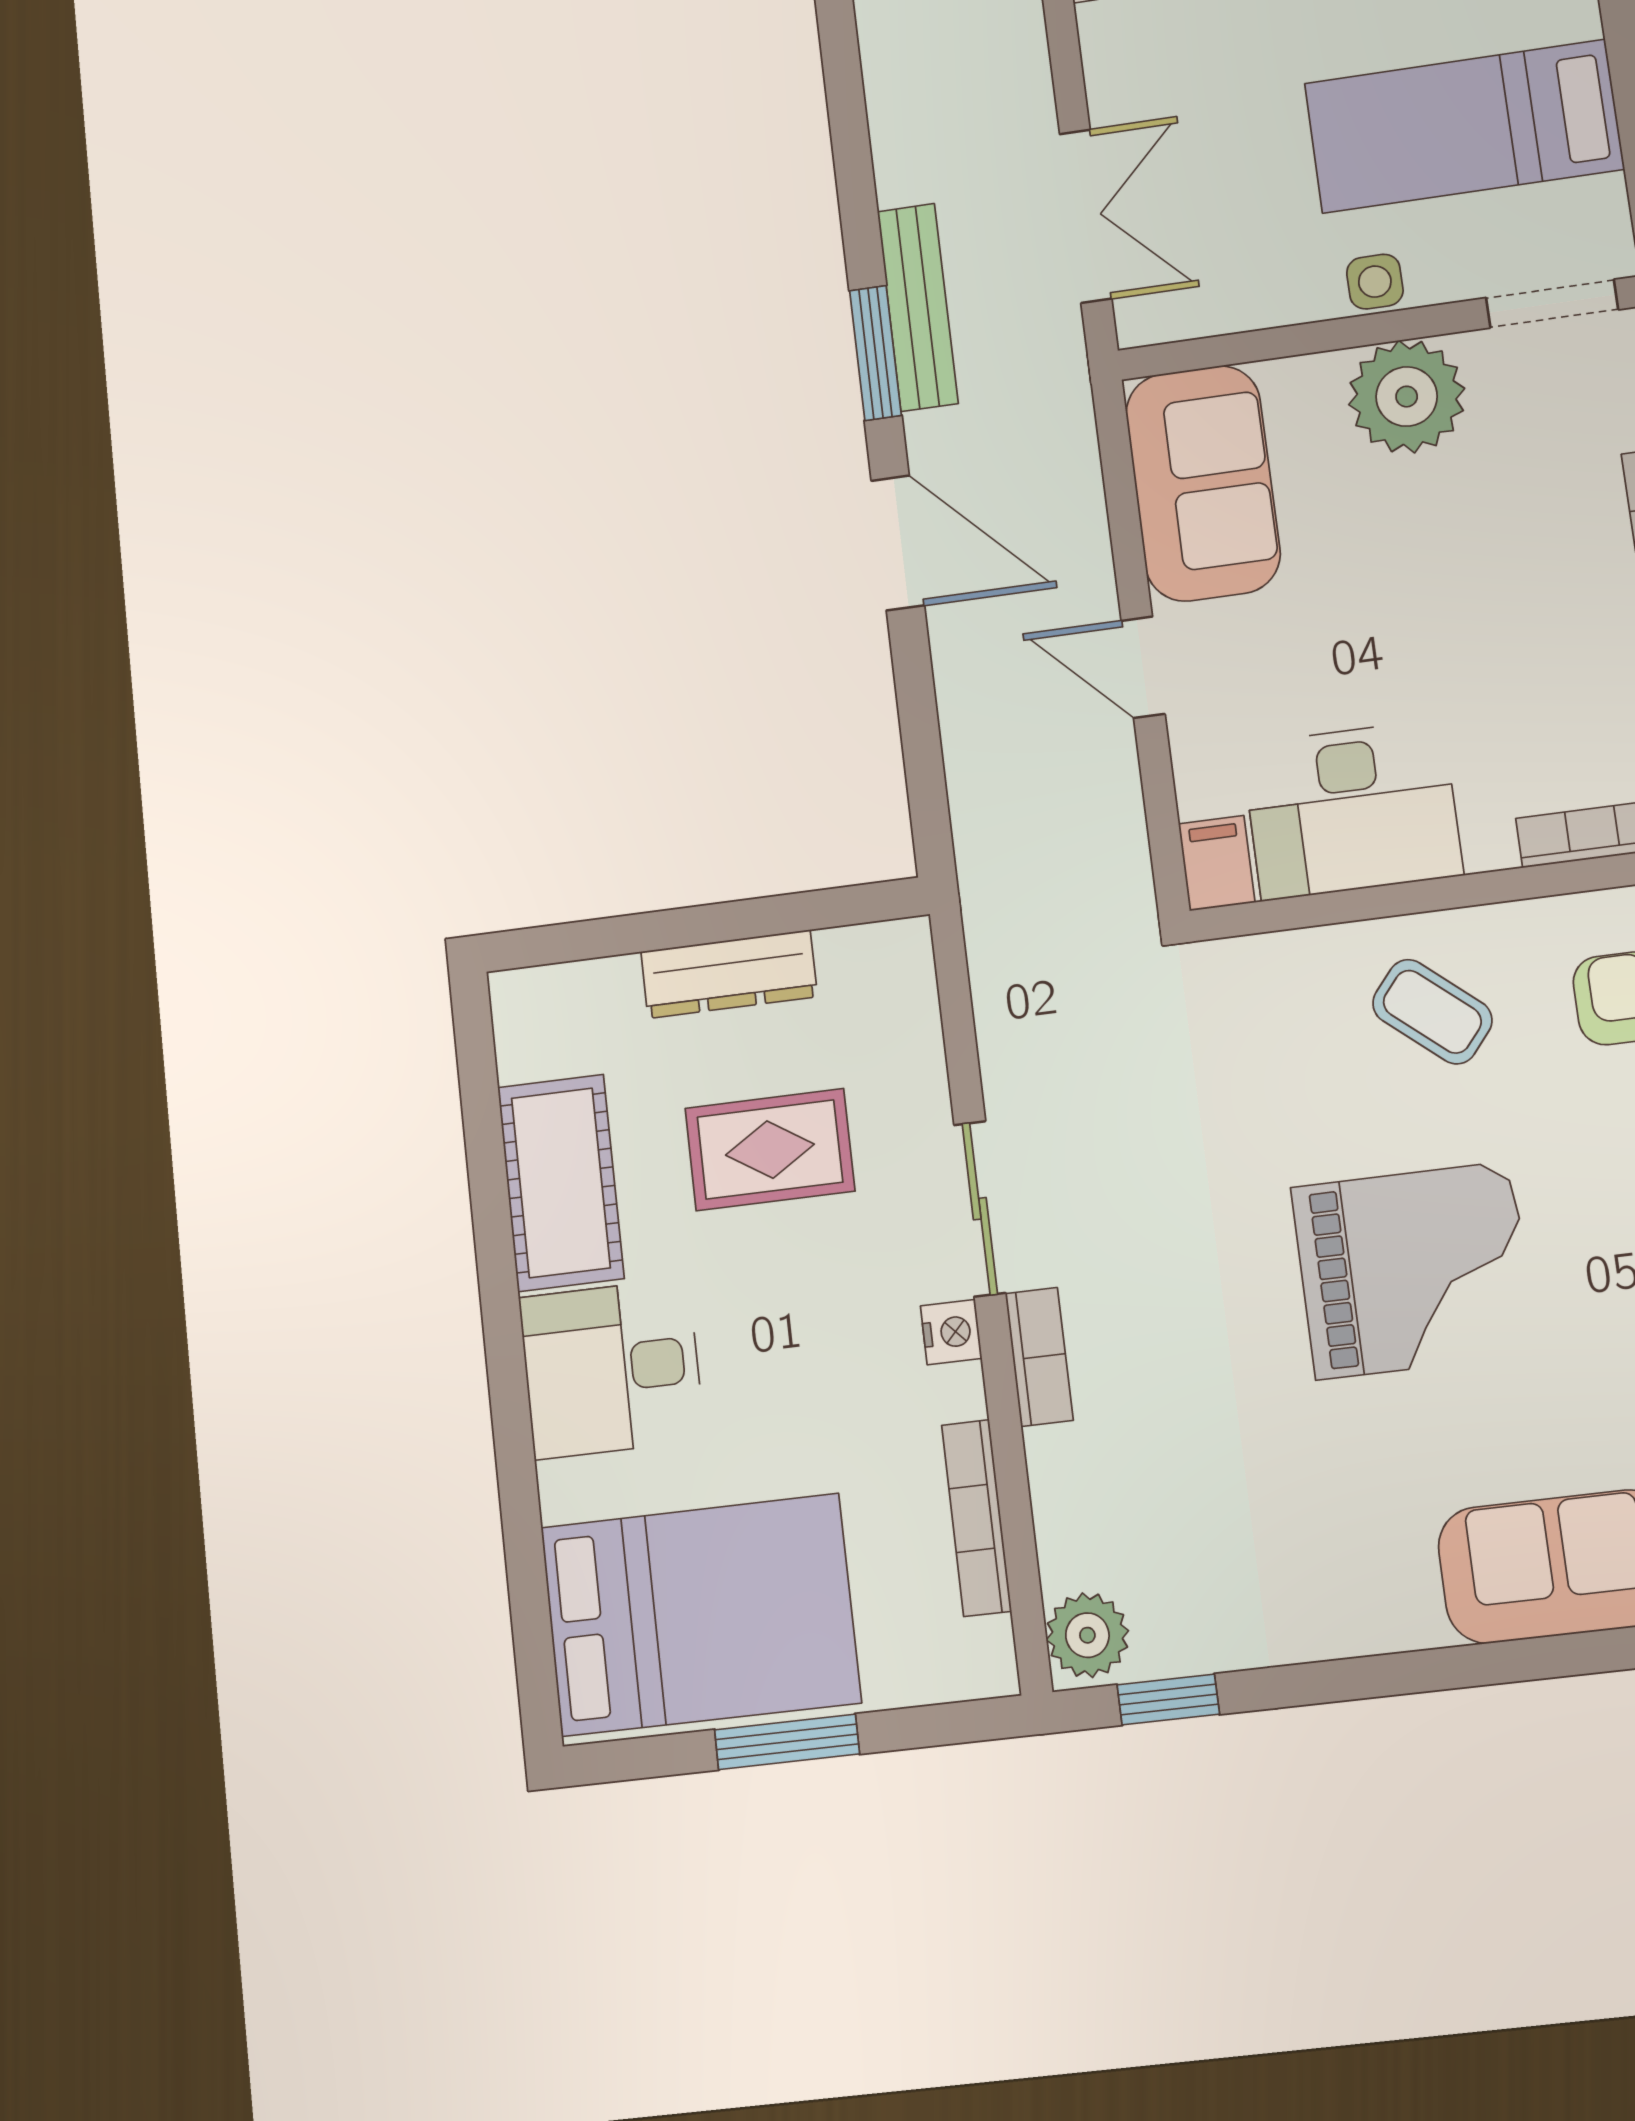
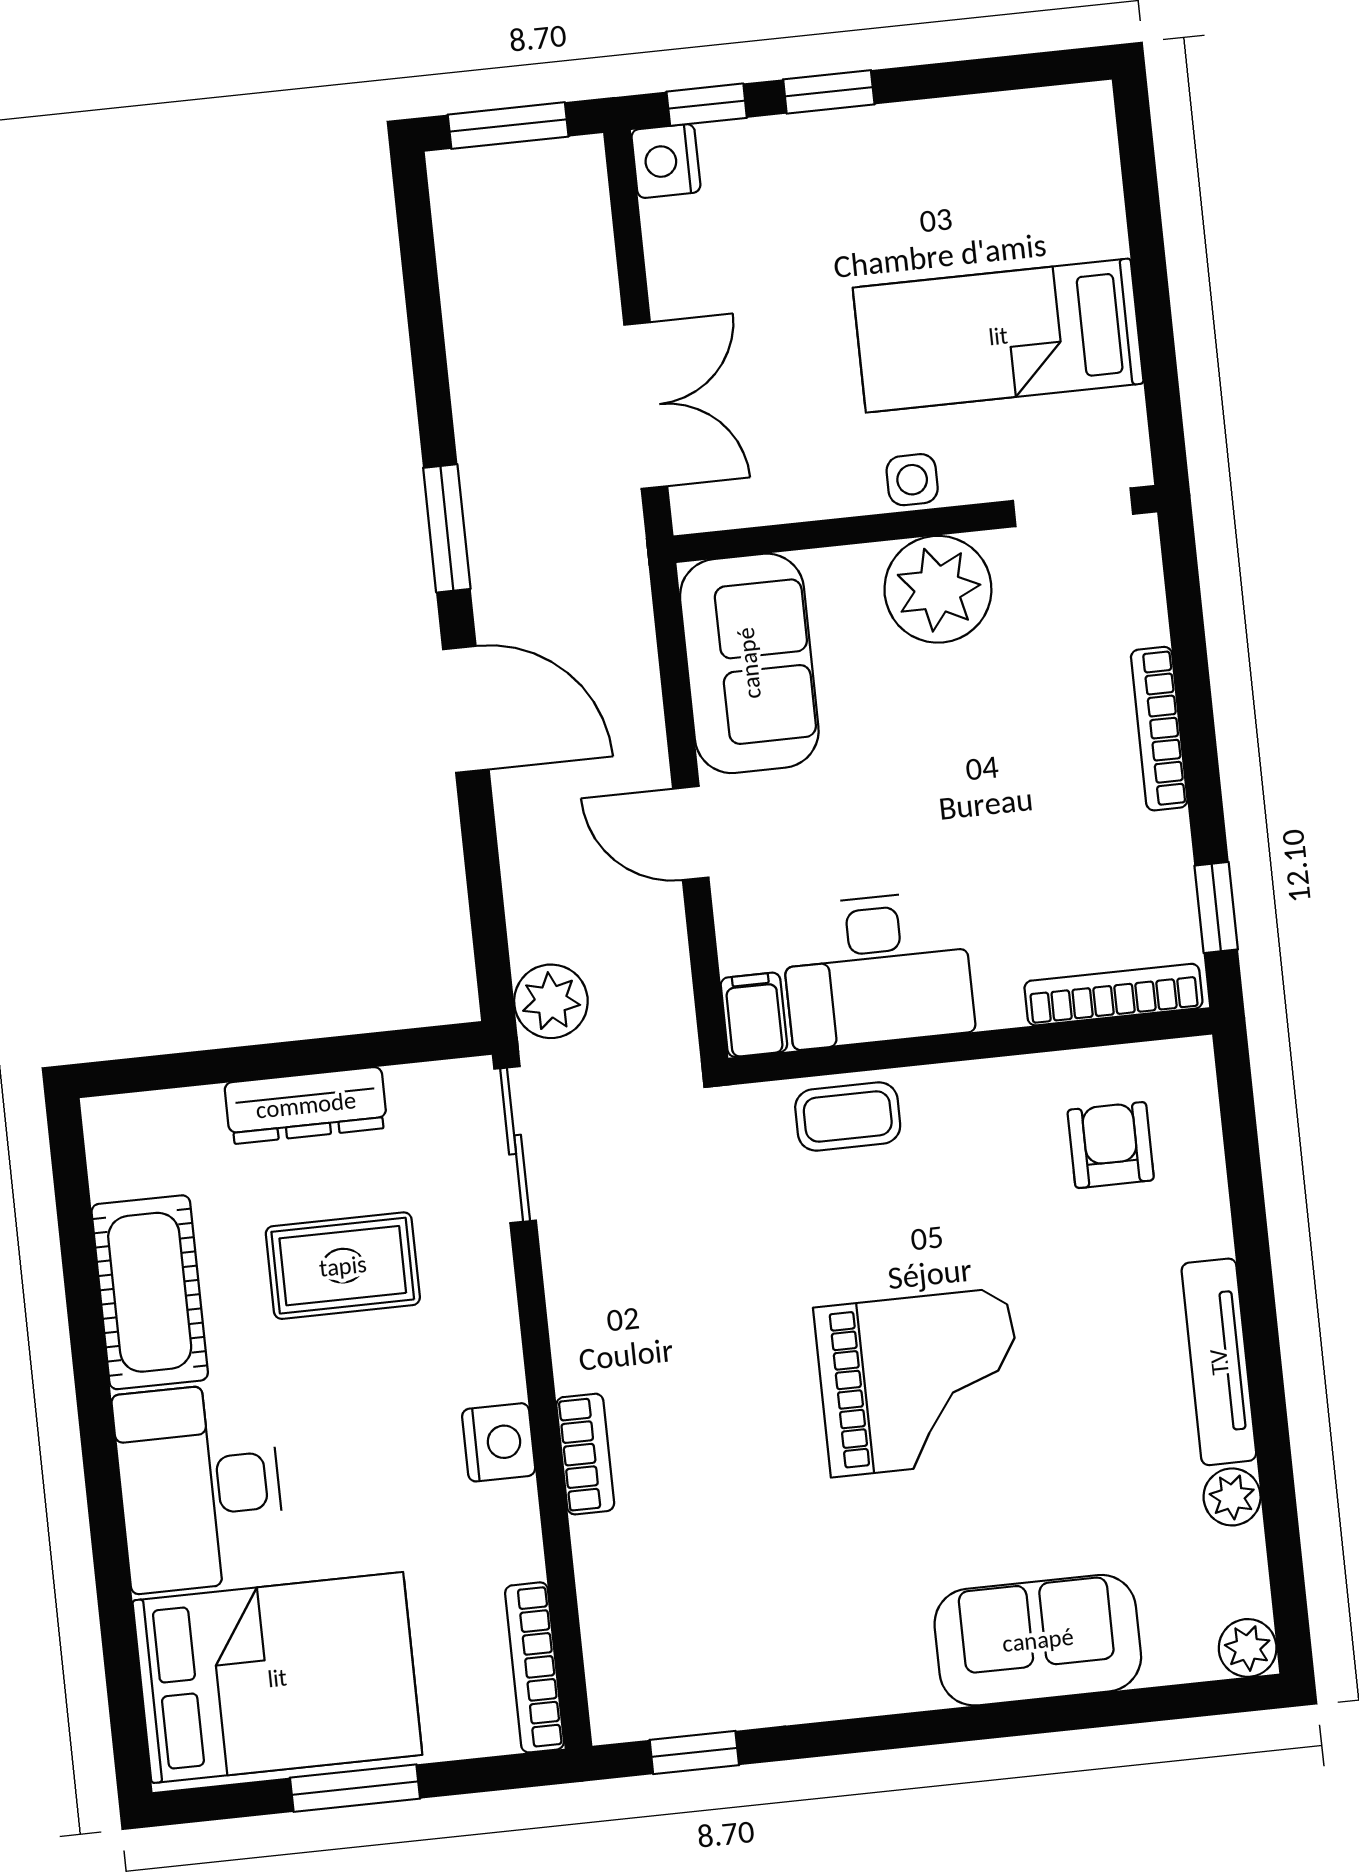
bench: (918, 307) -> (487, 486), removed
coffee table: (1432, 1012) -> (848, 1117), moved, turned -40
sliding door: (980, 1209) -> (515, 1145), moved
nightstand: (951, 1332) -> (499, 1442), width x1.39, depth x1.35
desk: (611, 1369) -> (200, 1487), width x1.37
bookcase: (976, 1518) -> (535, 1667), moved
plant: (1087, 1635) -> (551, 1001), moved

